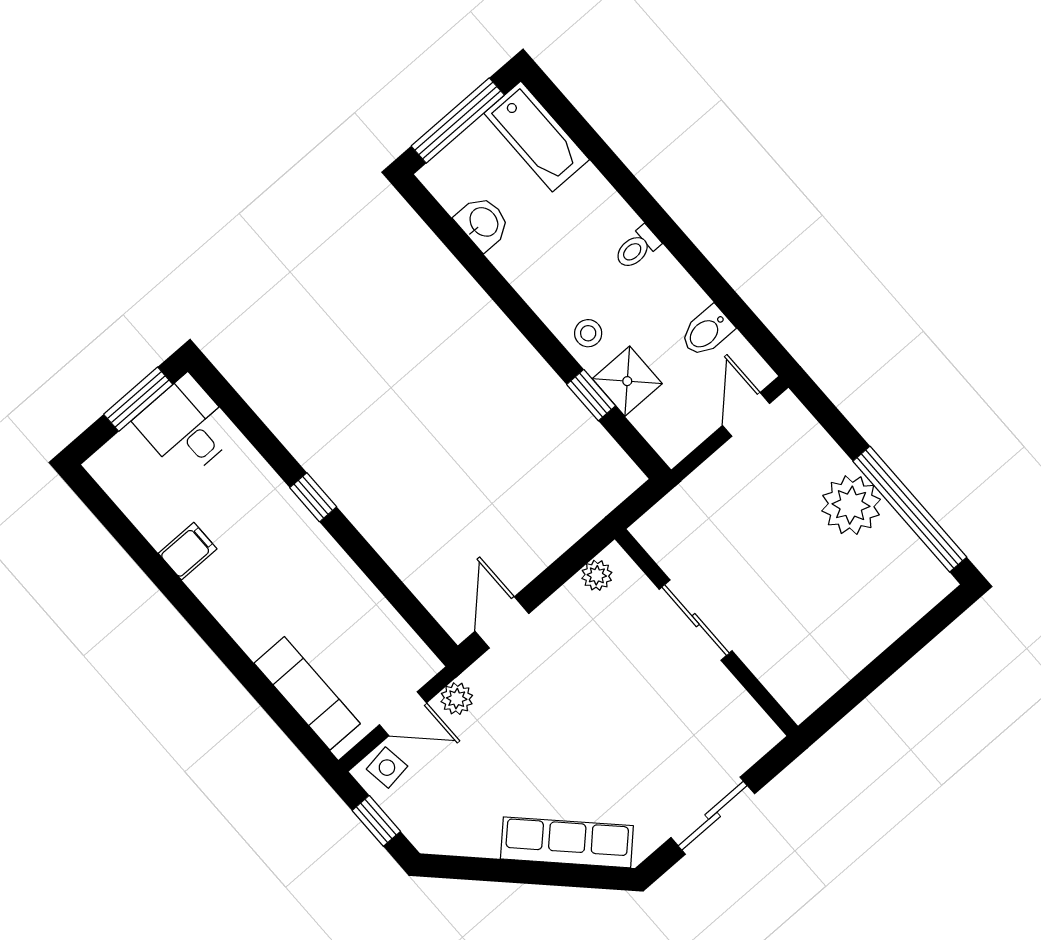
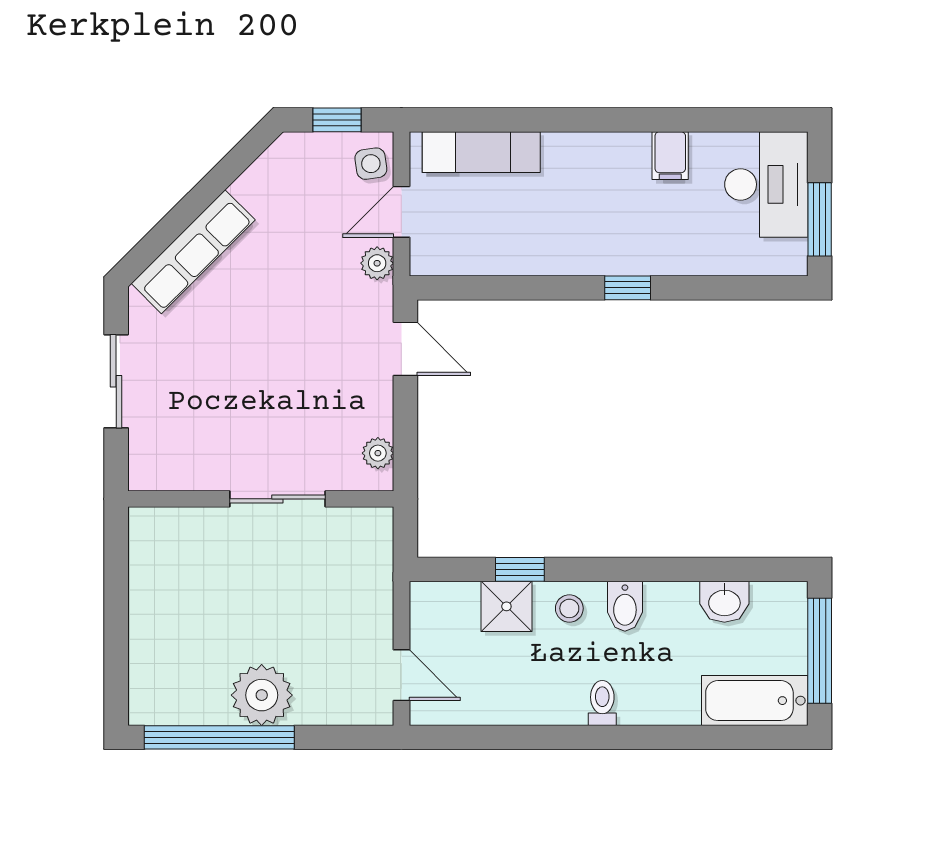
bidet: (707, 331) -> (625, 606), moved, turned 180
desk: (186, 427) -> (766, 184), moved, width x1.37

